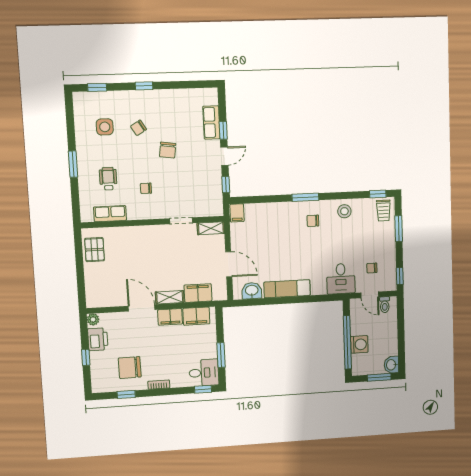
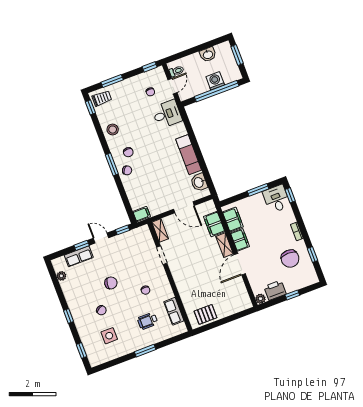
plant: (195, 94) -> (61, 276), added
chair: (293, 213) -> (127, 170), added
door: (229, 264) -> (184, 207), swing flipped
washbasin: (391, 365) -> (208, 54), moved

